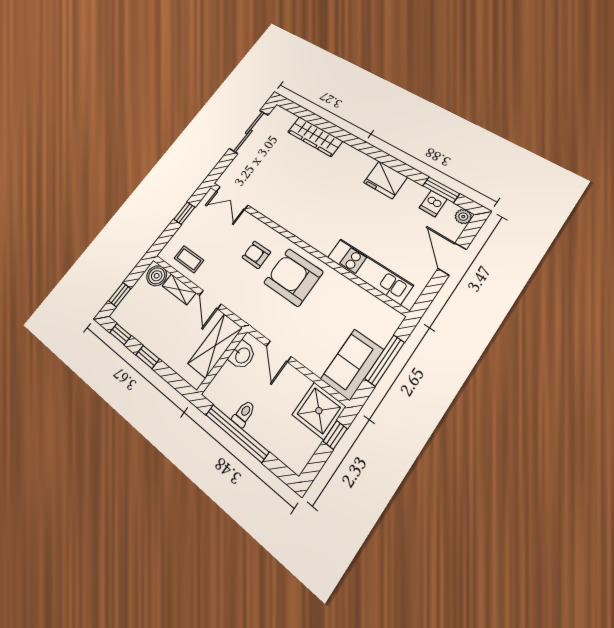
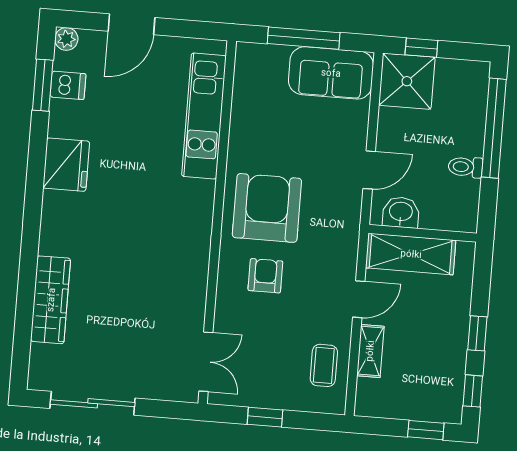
armchair: (256, 255) -> (265, 276), turned 180
boiler: (157, 276) -> (371, 395), removed
armchair: (293, 277) -> (267, 208), turned 180
window: (237, 433) -> (494, 128), moved

